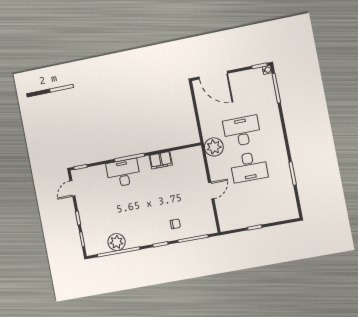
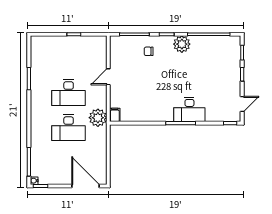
filing cabinet: (161, 160) -> (115, 115), moved, width x0.50
desk: (249, 167) -> (69, 93), turned 180
plant: (117, 242) -> (182, 44), moved

